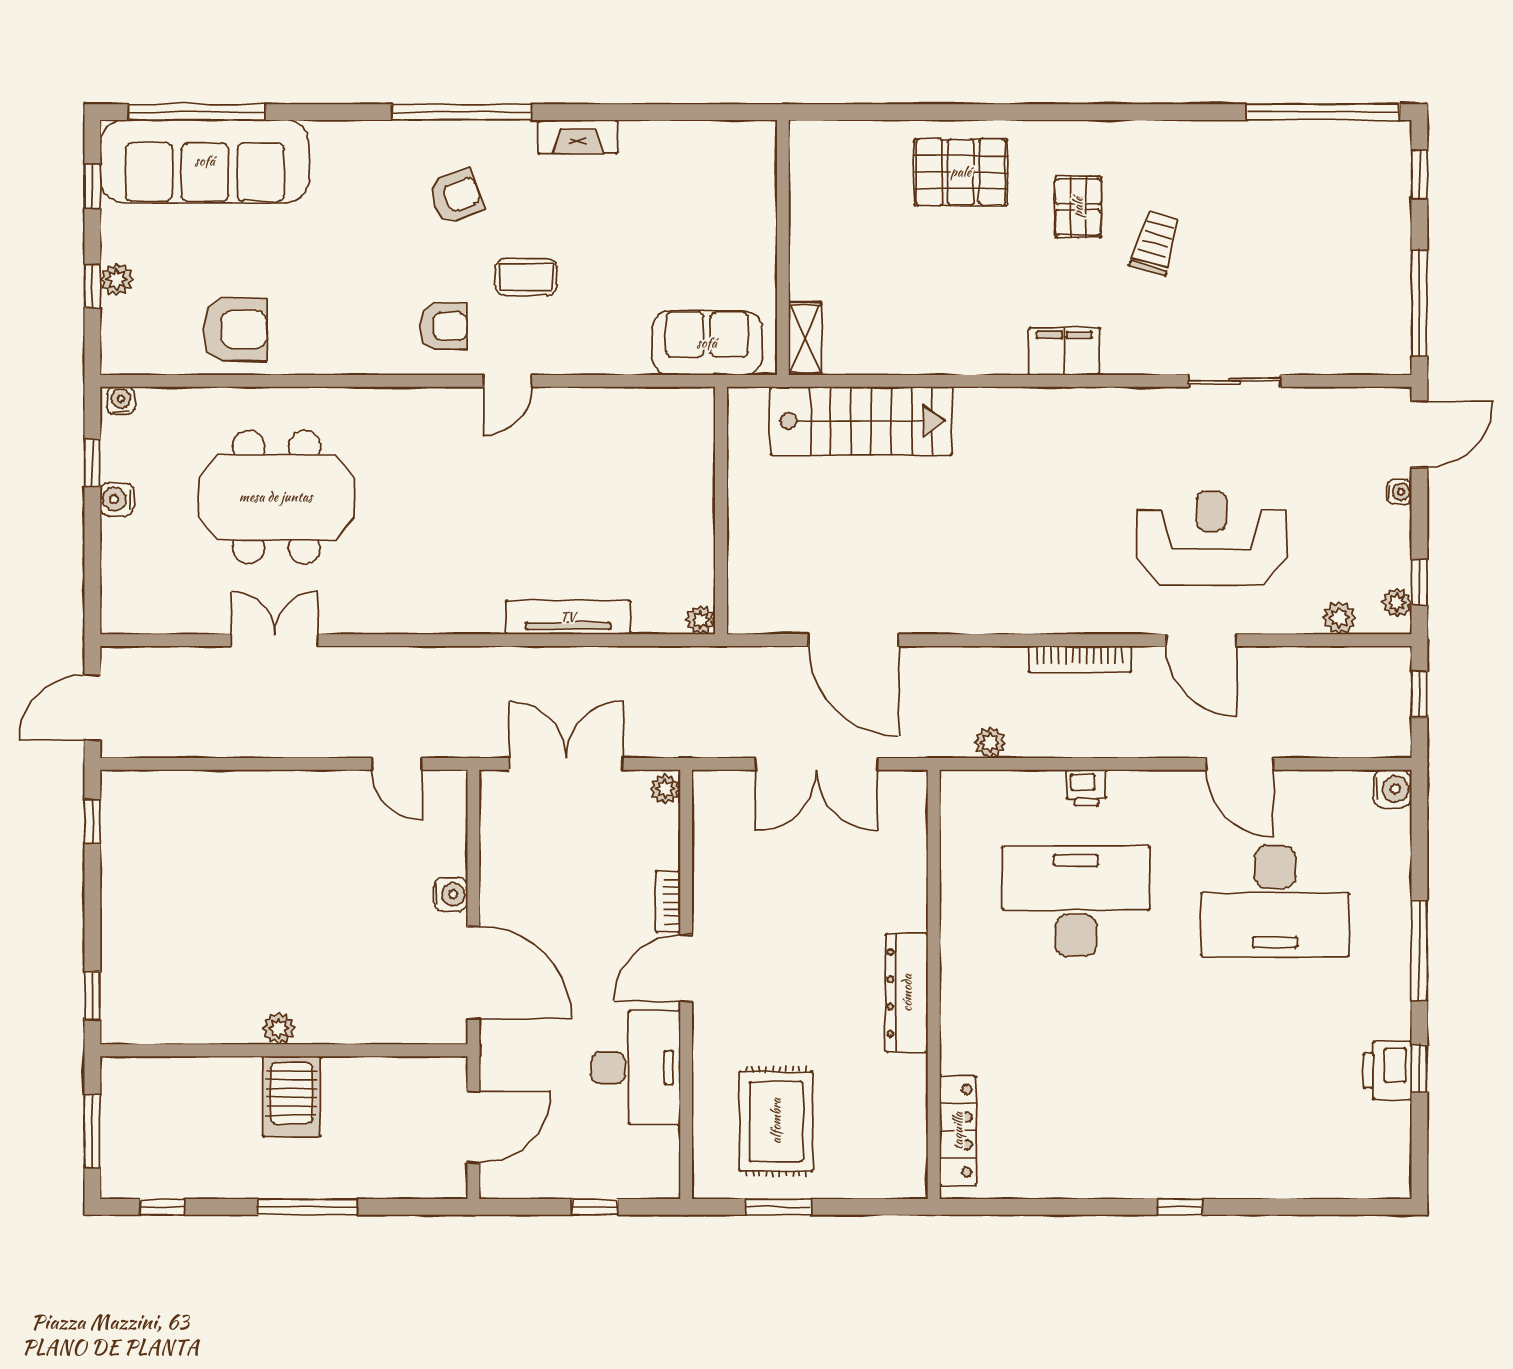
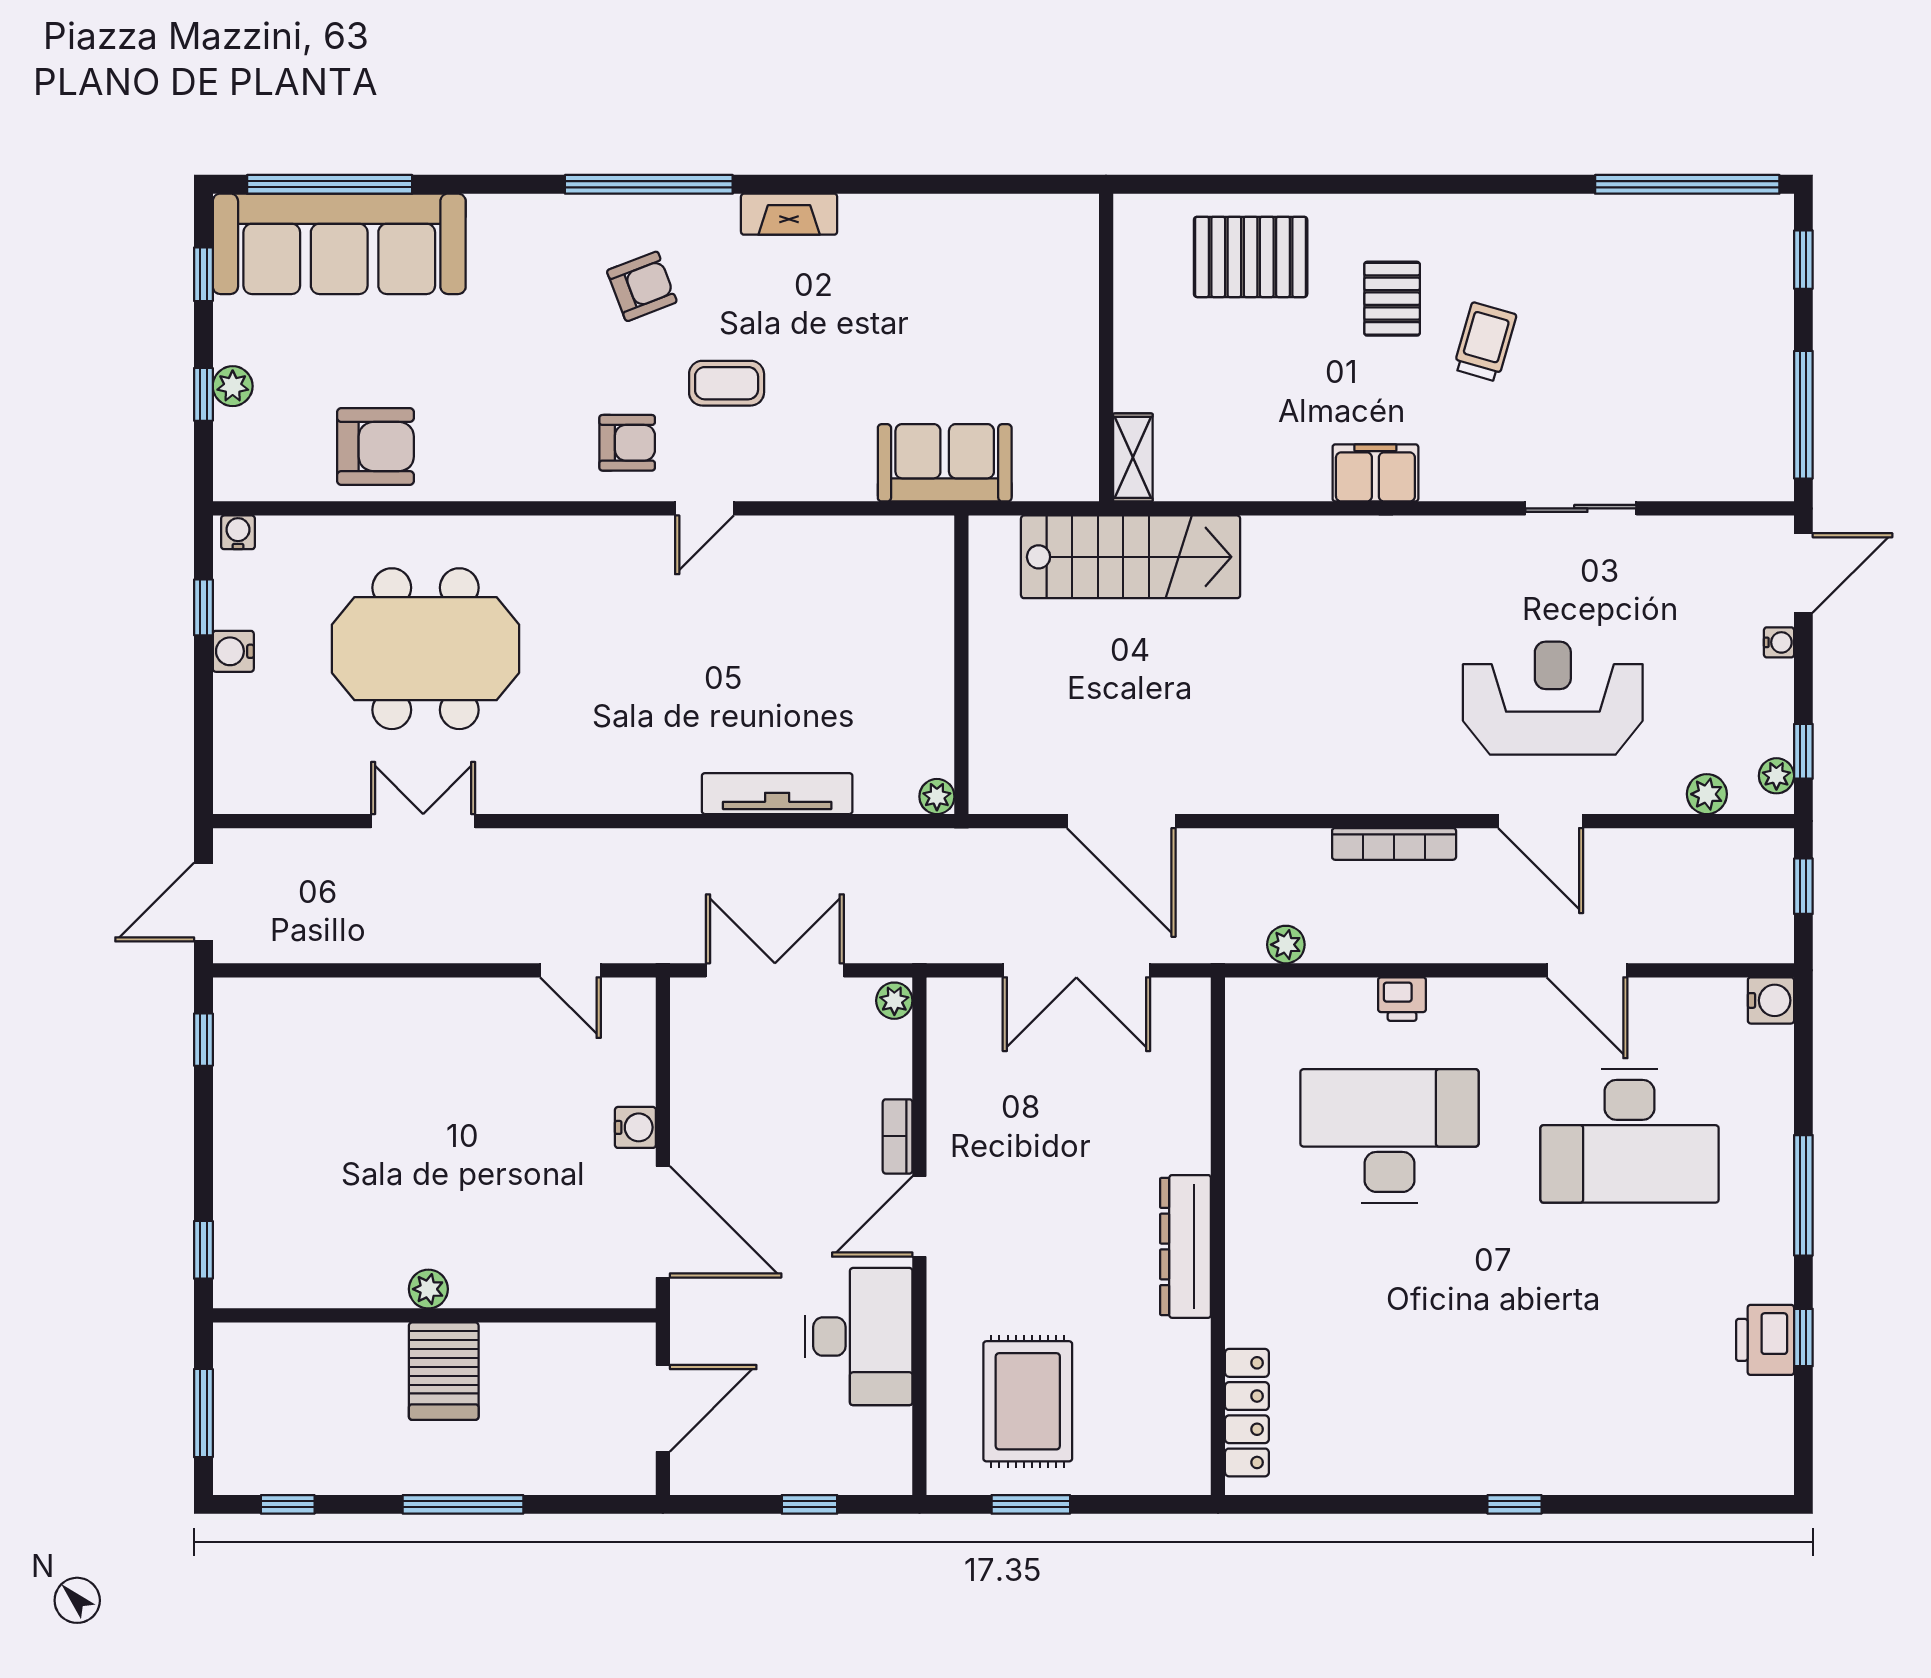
wall: (783, 247) -> (1106, 348), moved
shelving: (805, 339) -> (1133, 457), moved

